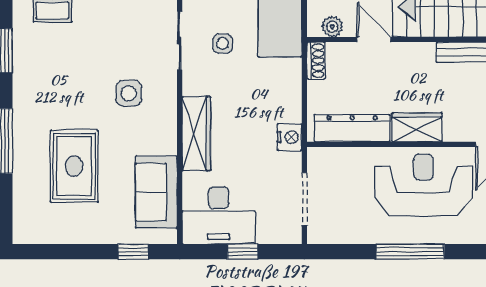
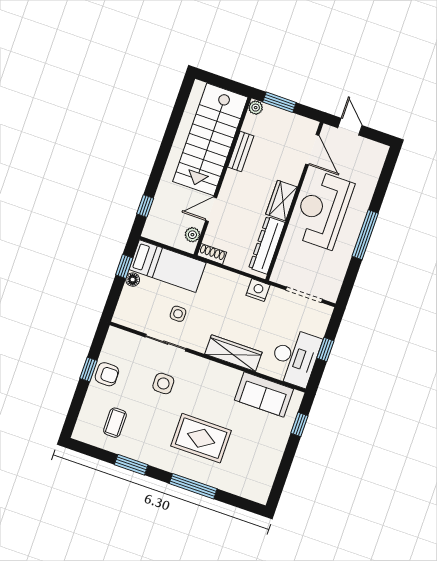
side table: (129, 93) -> (163, 383), moved
rug: (74, 166) -> (201, 438), moved

